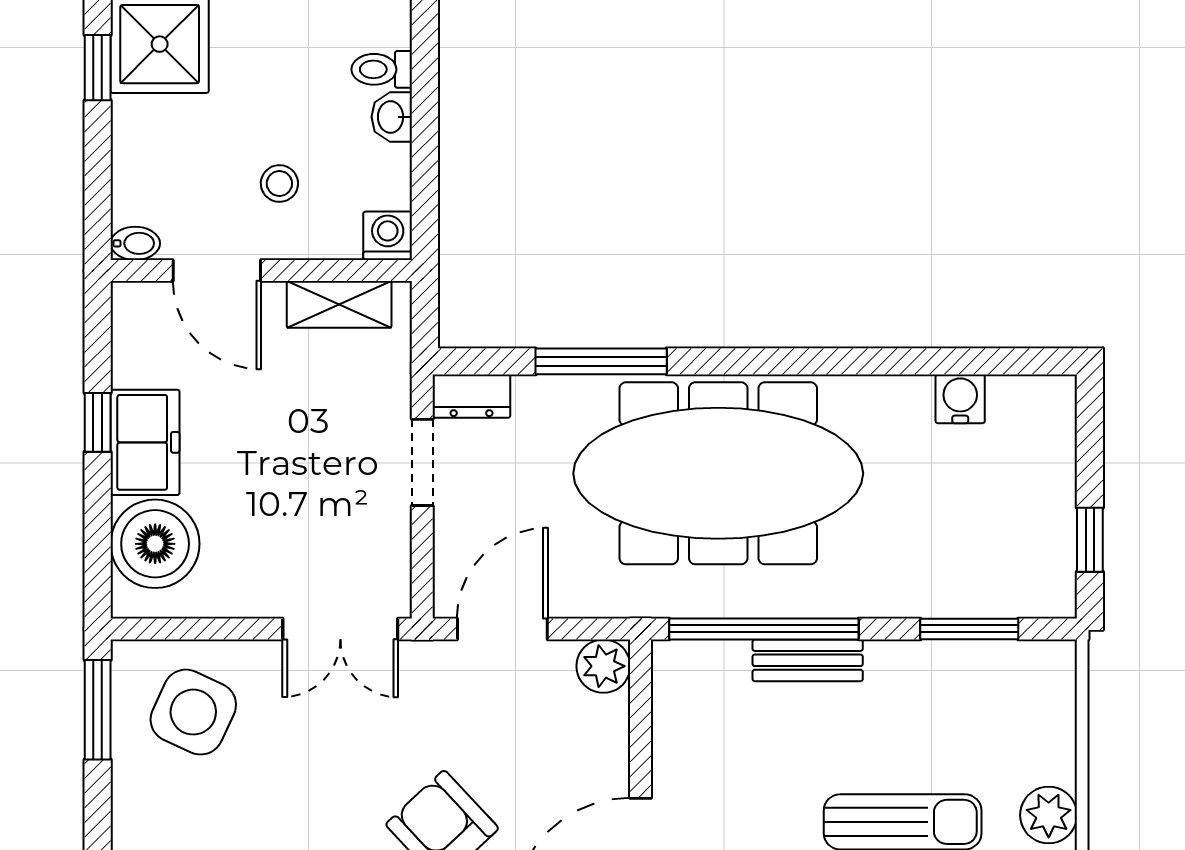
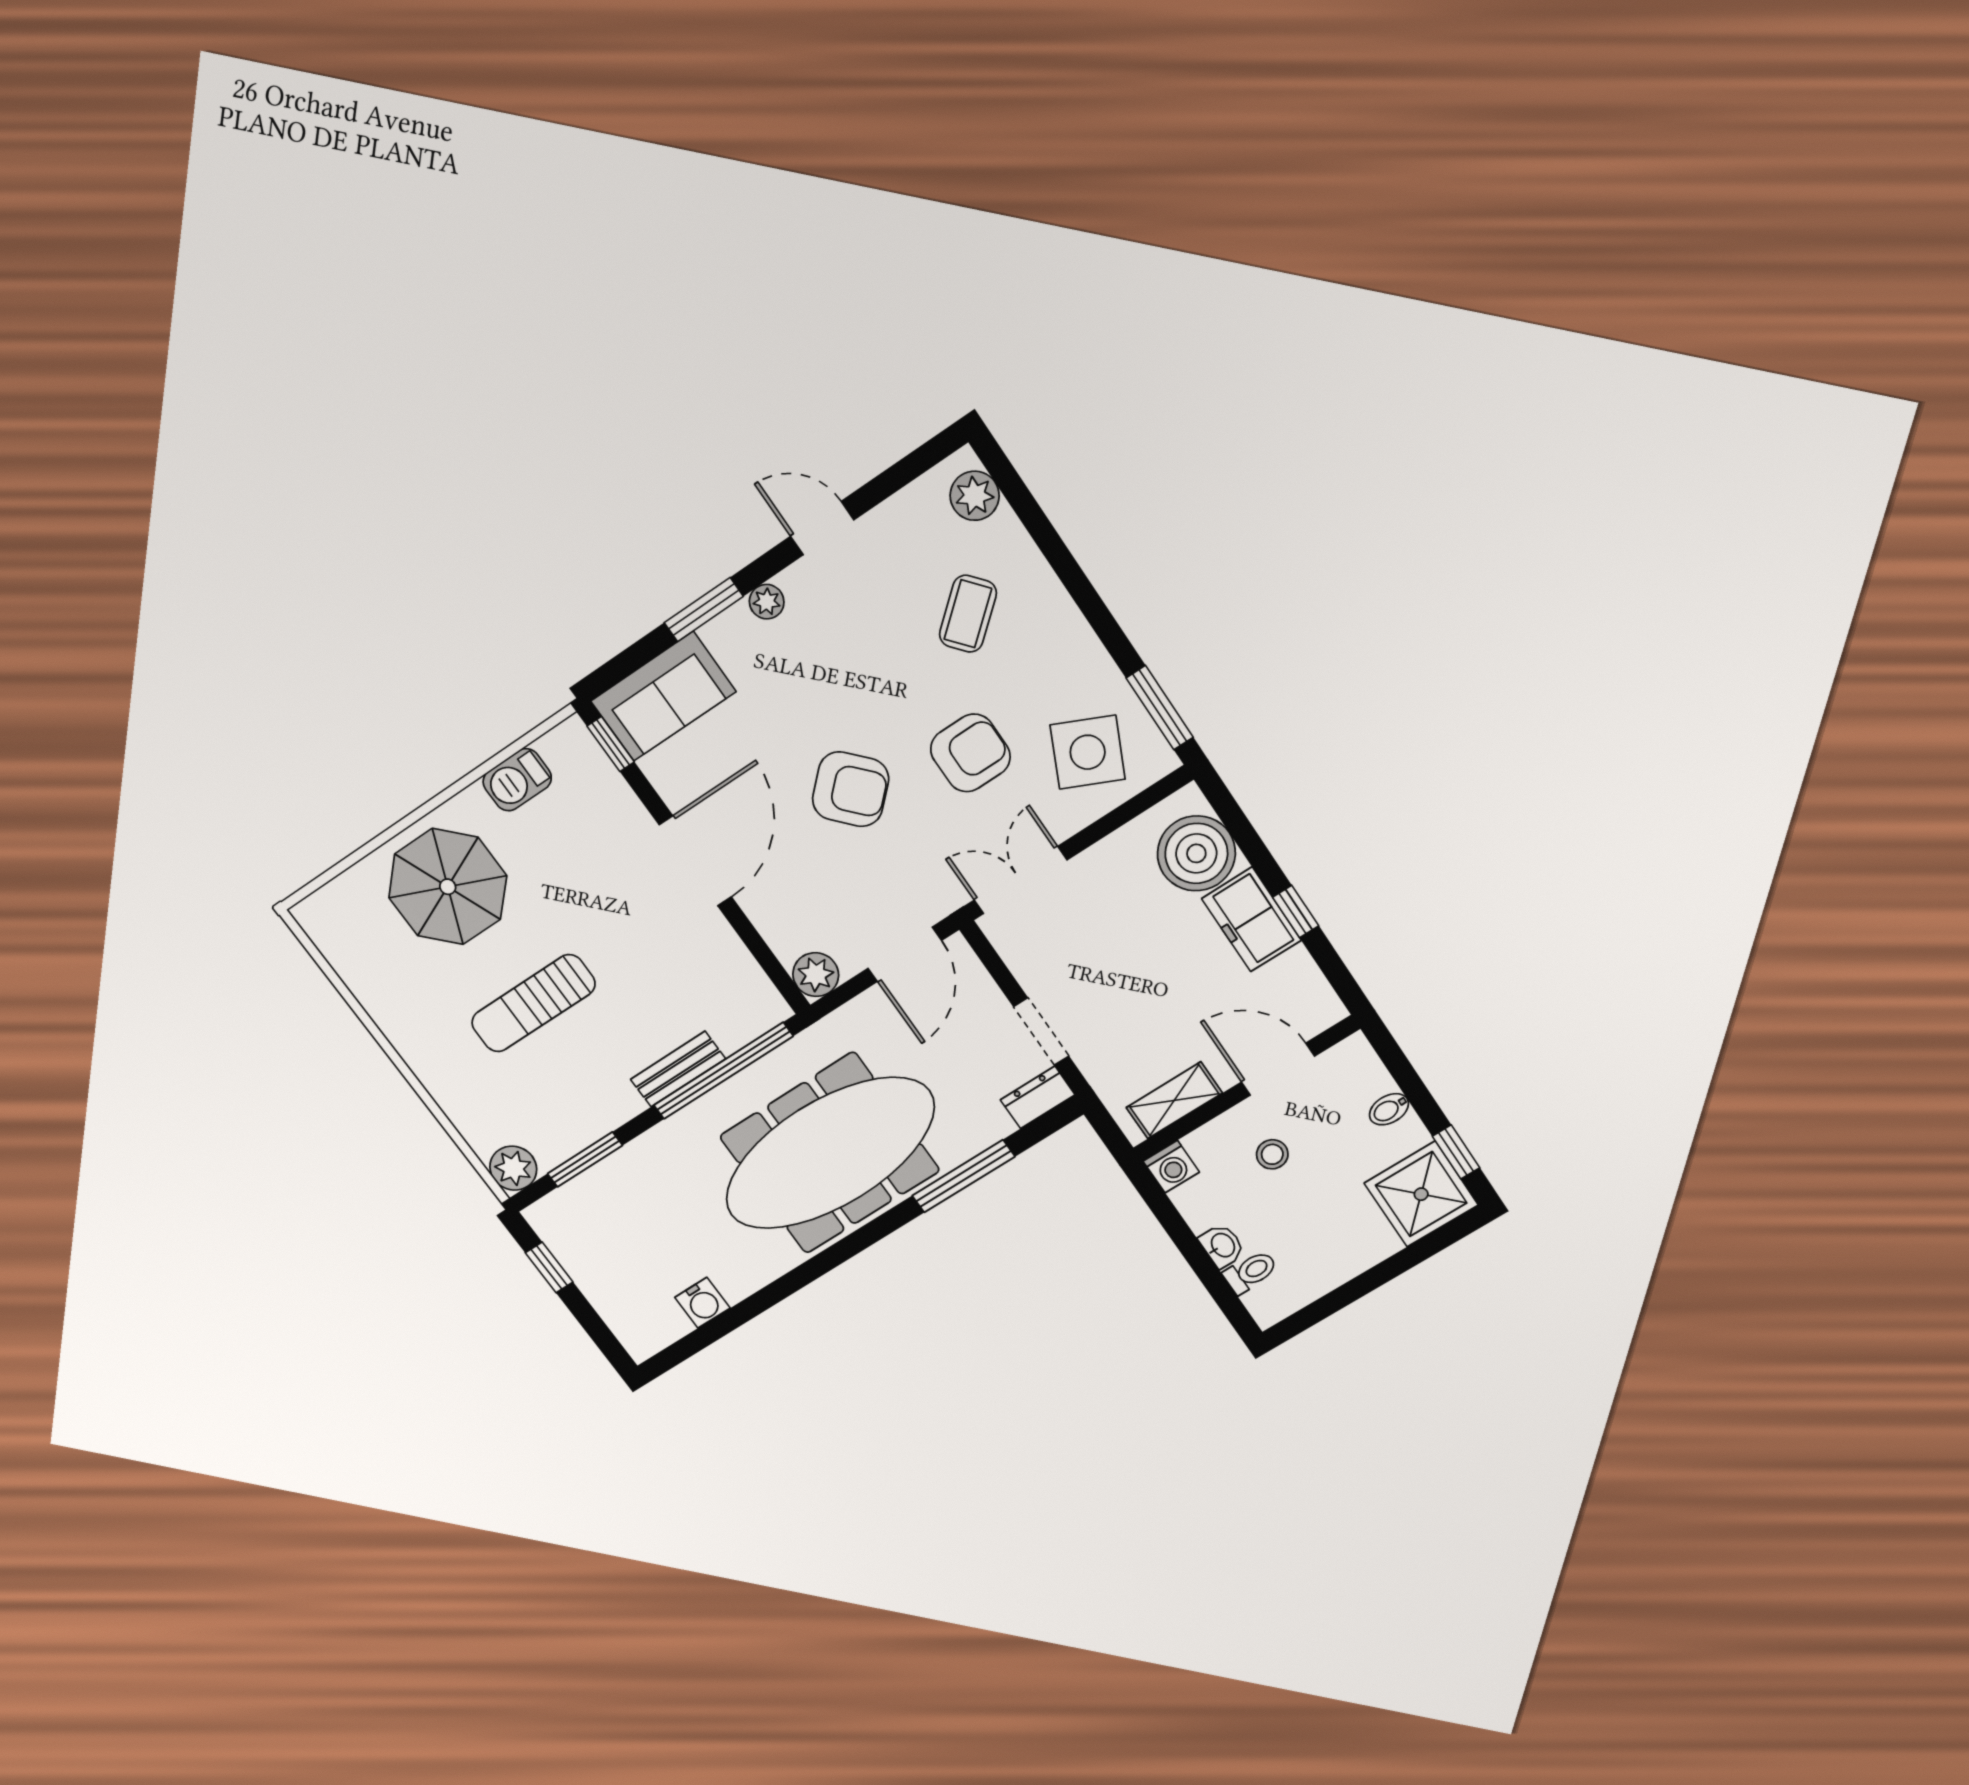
bidet: (135, 243) -> (1389, 1109), moved
armchair: (304, 785) -> (970, 753), added
plant: (1049, 815) -> (513, 1168), moved

